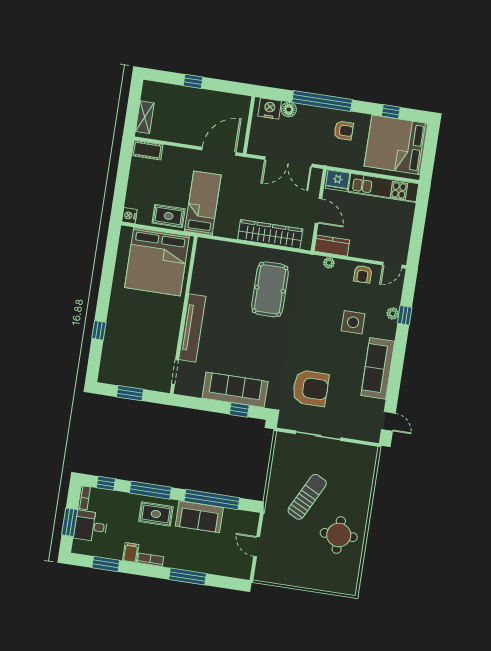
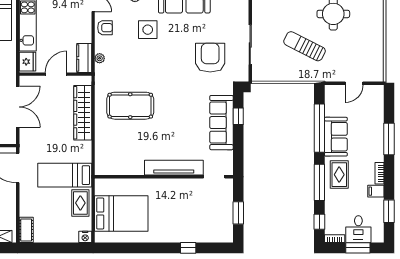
bed: (157, 262) -> (121, 214), width x0.73

